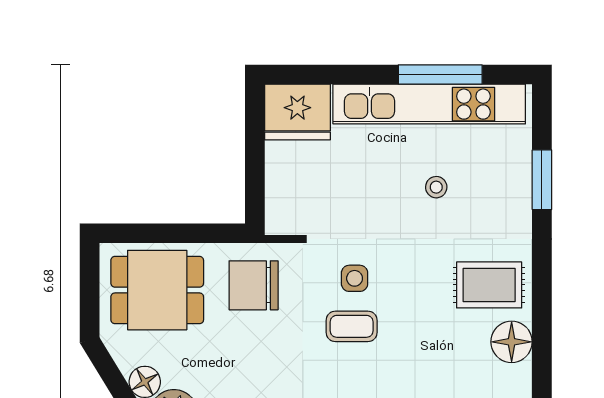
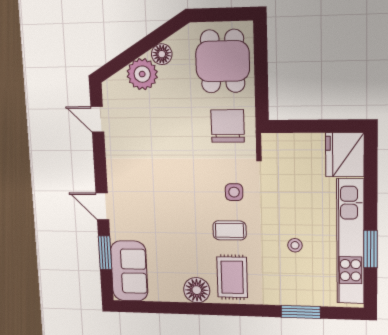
window: (440, 74) -> (371, 249), width x0.69
coffee table: (352, 326) -> (229, 230), moved, turned 90

